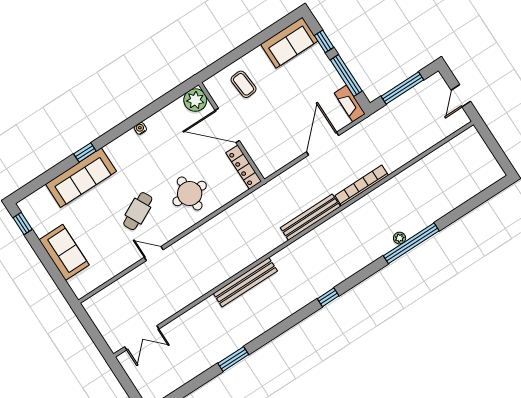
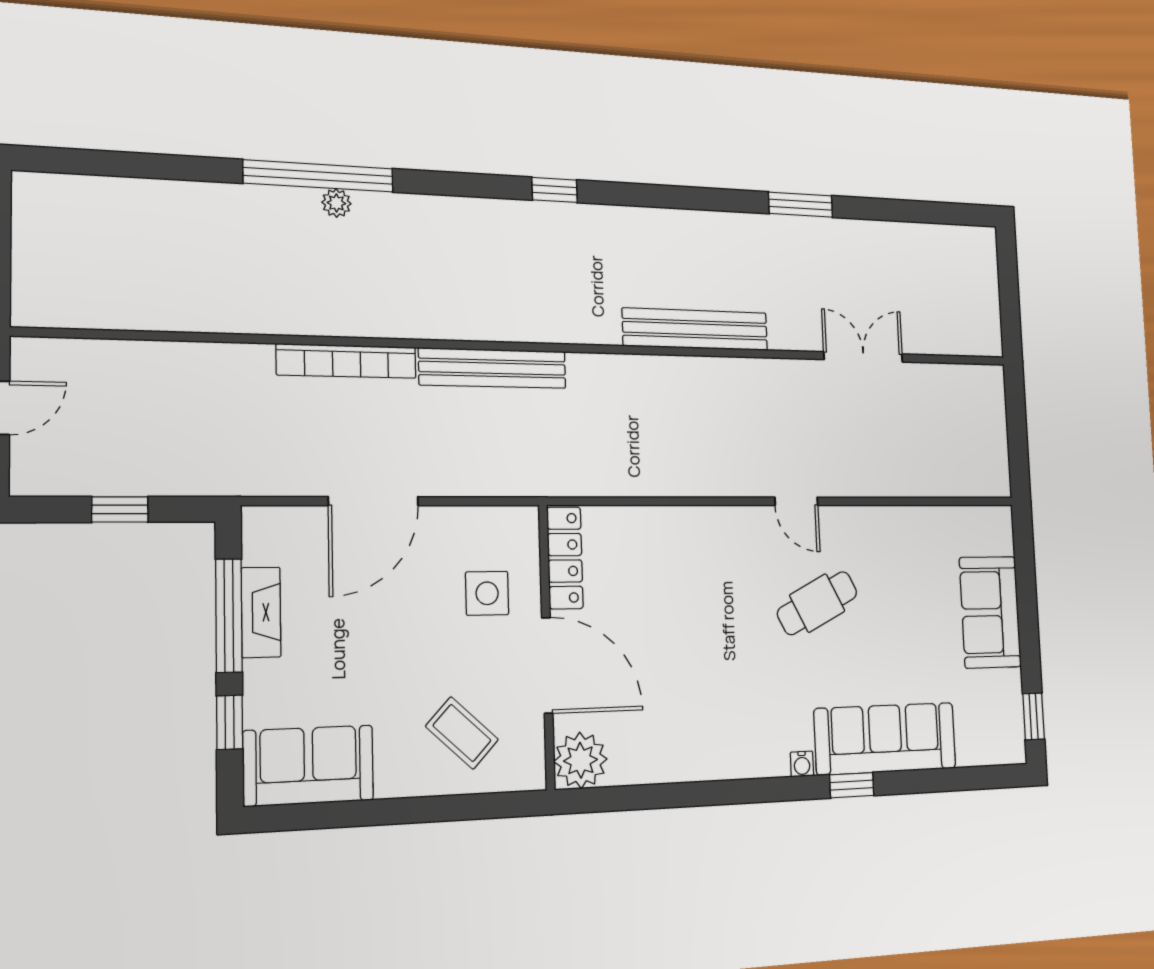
coffee table: (244, 84) -> (462, 733), turned -42
window: (402, 88) -> (120, 509), width x0.46
fireplace: (350, 103) -> (261, 612), moved
water cooler: (140, 128) -> (802, 764), moved
side table: (264, 137) -> (487, 593), added
round table: (190, 193) -> (701, 574), removed
door: (154, 253) -> (796, 501), moved
double door: (142, 338) -> (863, 357), moved

